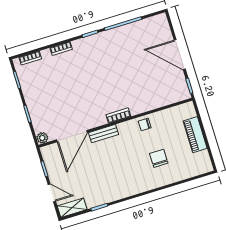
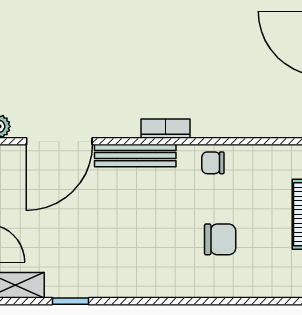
bench: (104, 134) -> (135, 156), width x1.36
chair: (159, 158) -> (220, 239), turned 90

